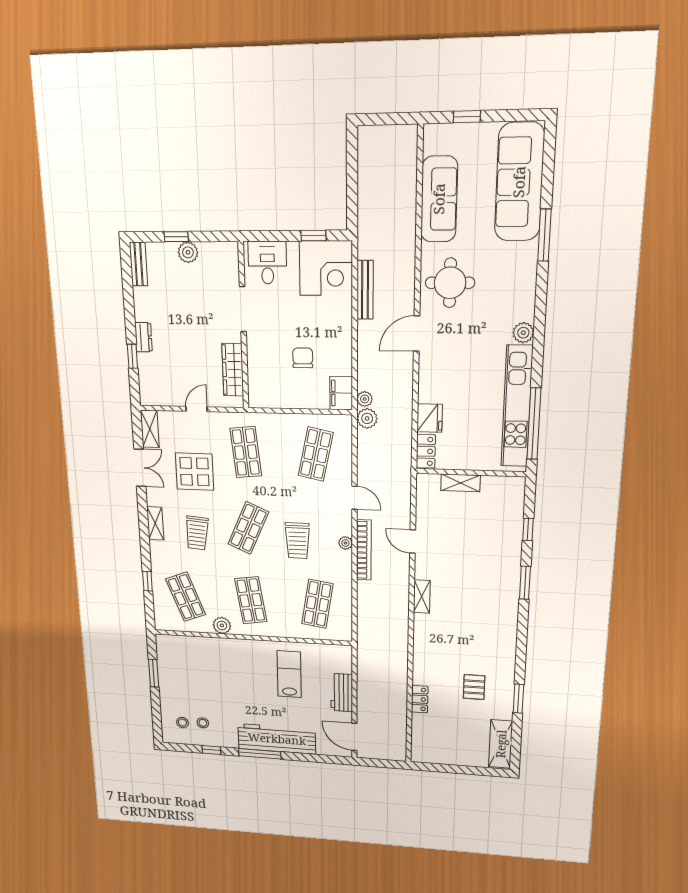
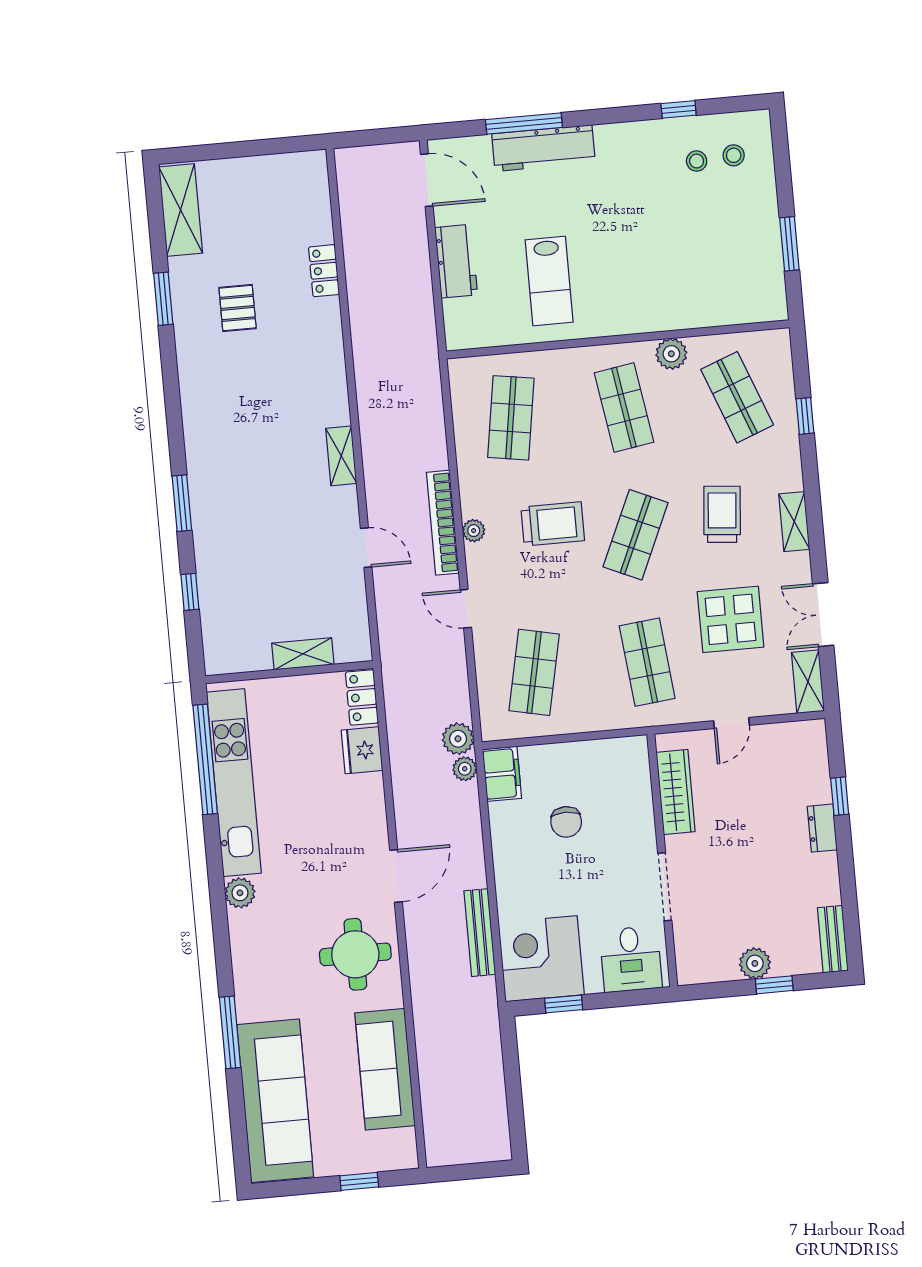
trolley: (297, 541) -> (553, 524), turned 90
workbench: (277, 739) -> (543, 148), width x0.73, depth x0.76
window: (260, 754) -> (524, 123), moved

